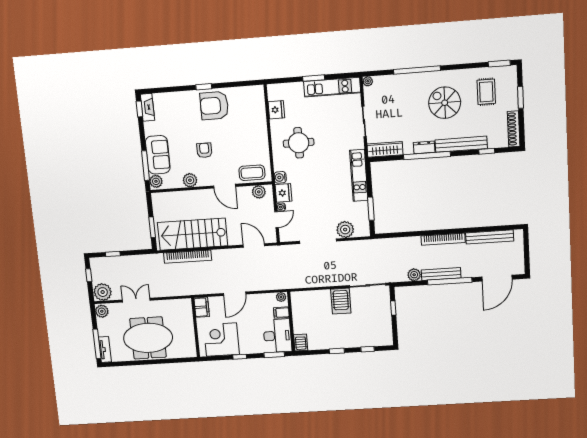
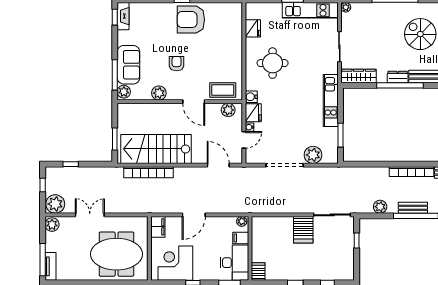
bench: (441, 274) -> (413, 208), width x0.73
meeting table: (148, 338) -> (117, 254), moved

